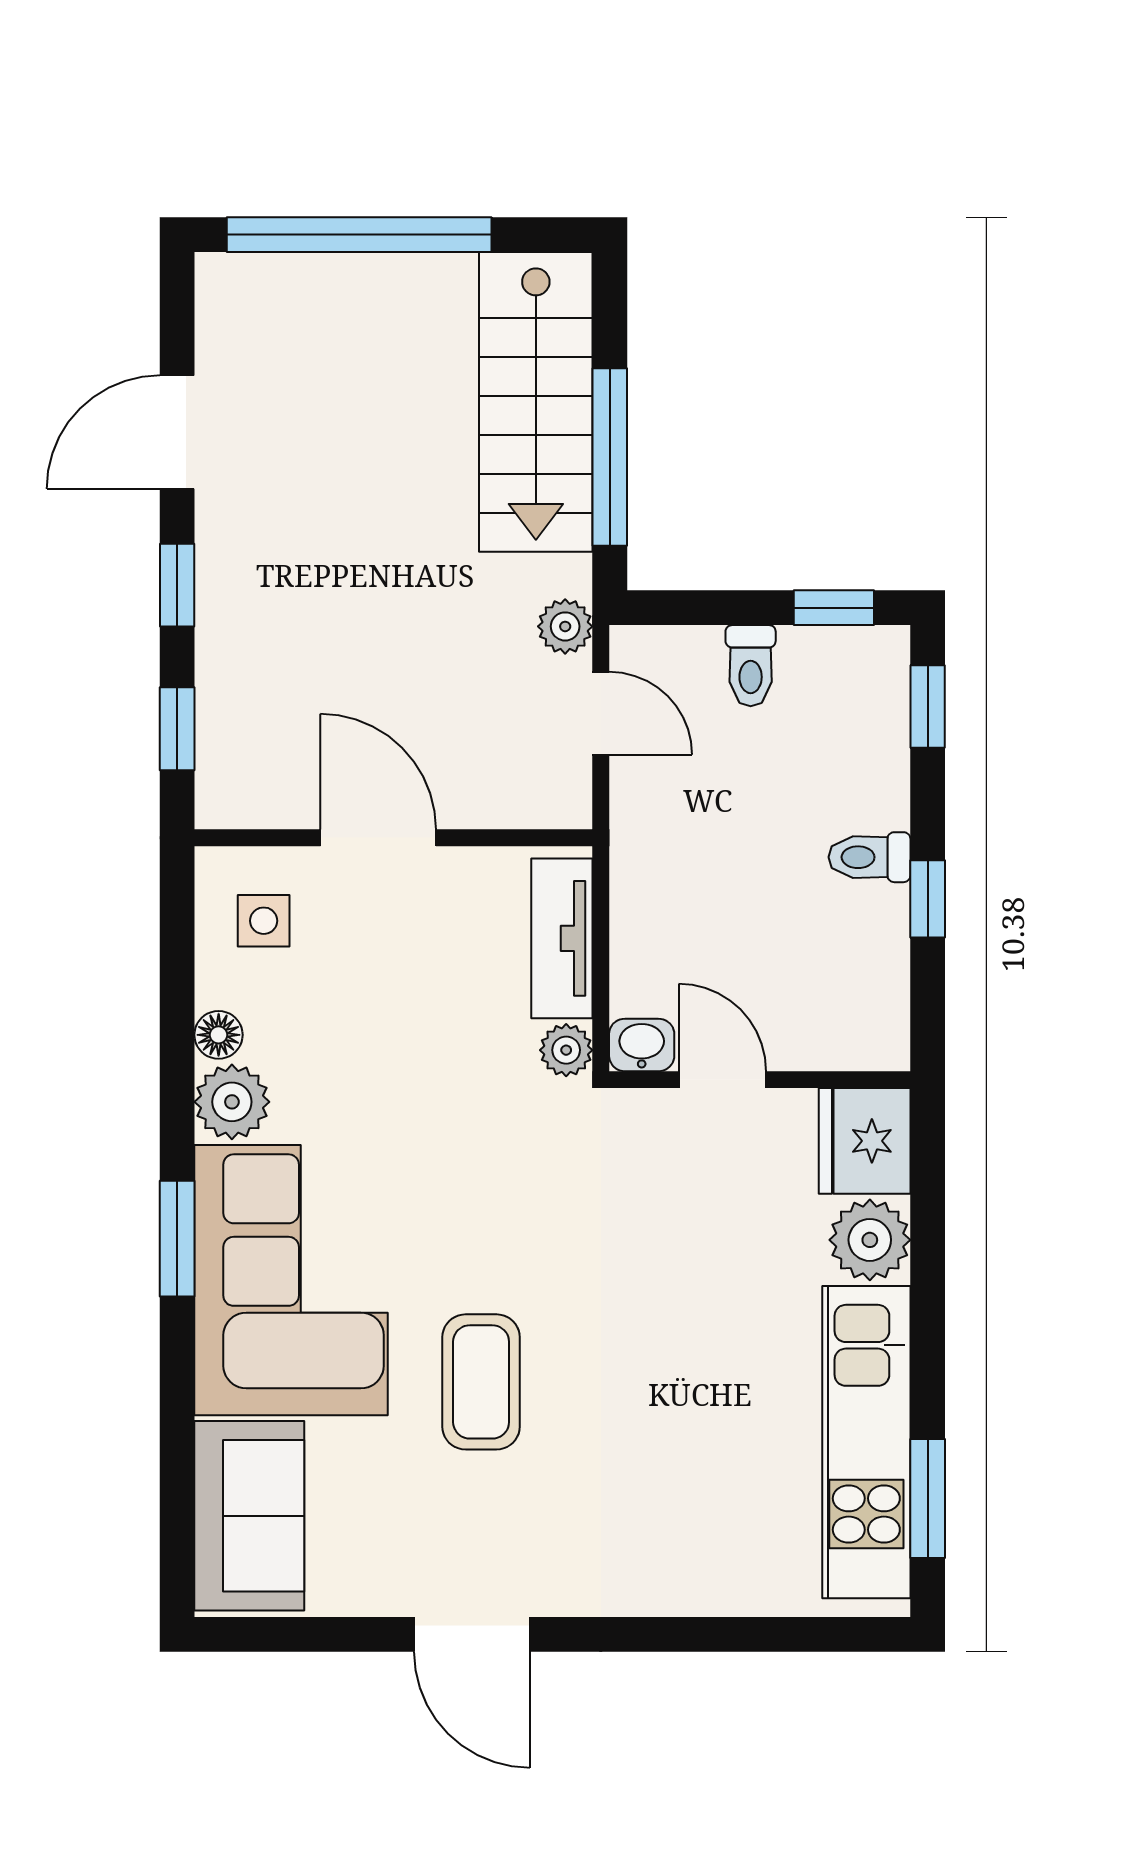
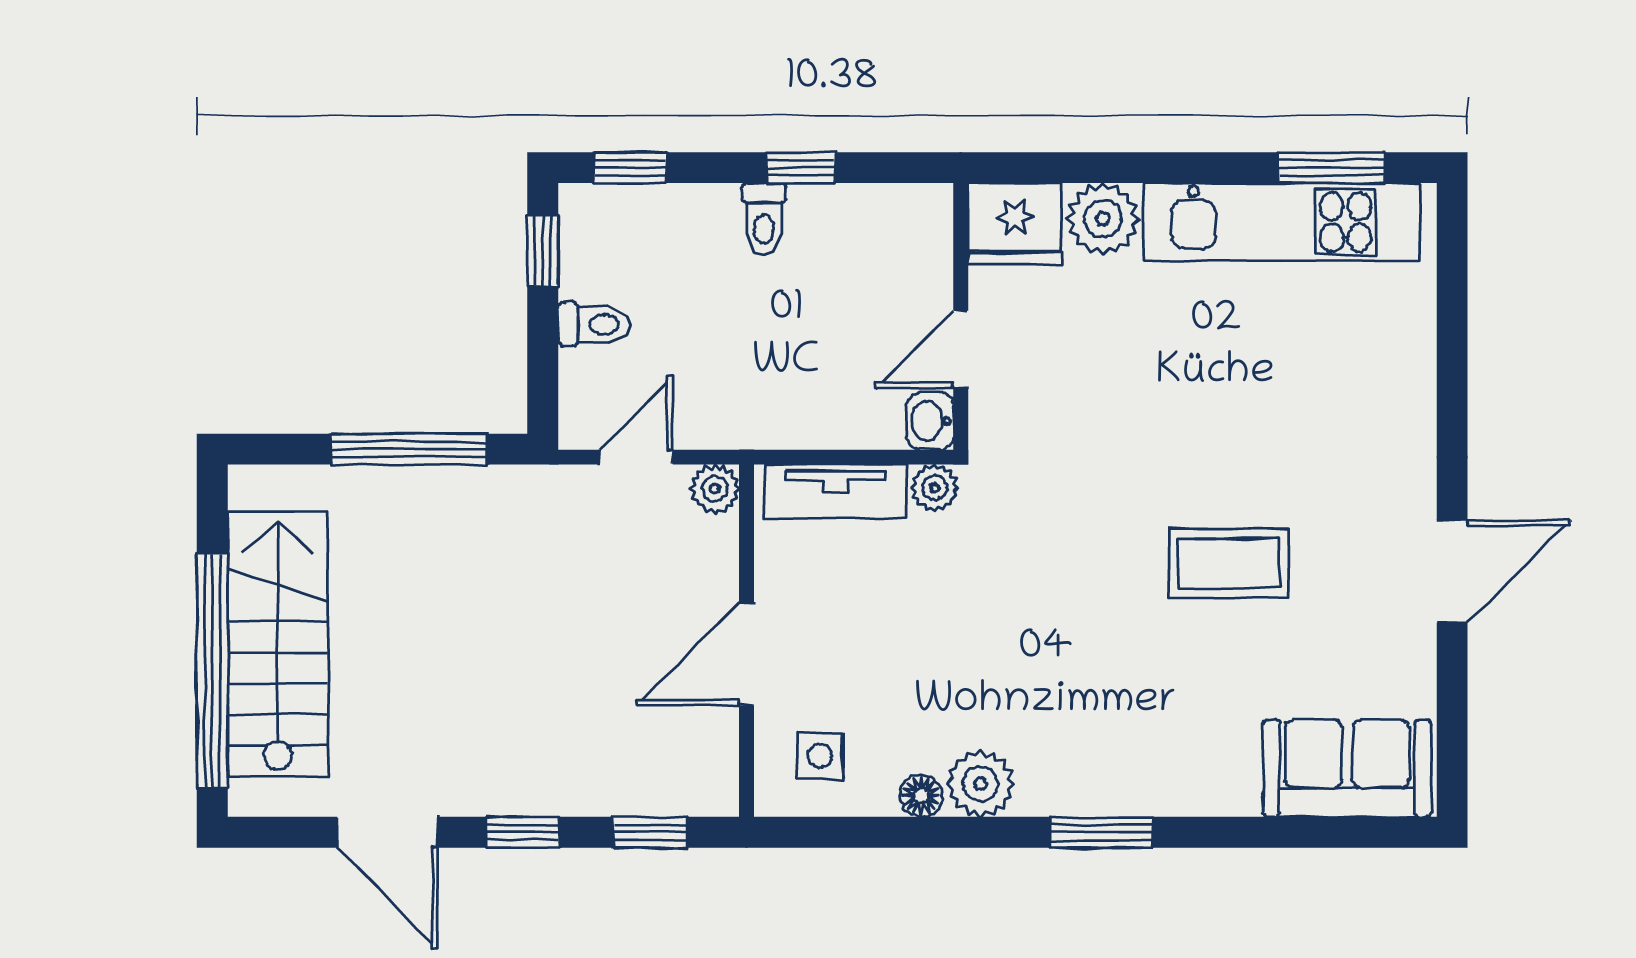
stairs: (536, 402) -> (278, 644), moved, turned -90
plant: (565, 626) -> (715, 489), moved
corner sofa: (291, 1280) -> (1138, 731), removed

